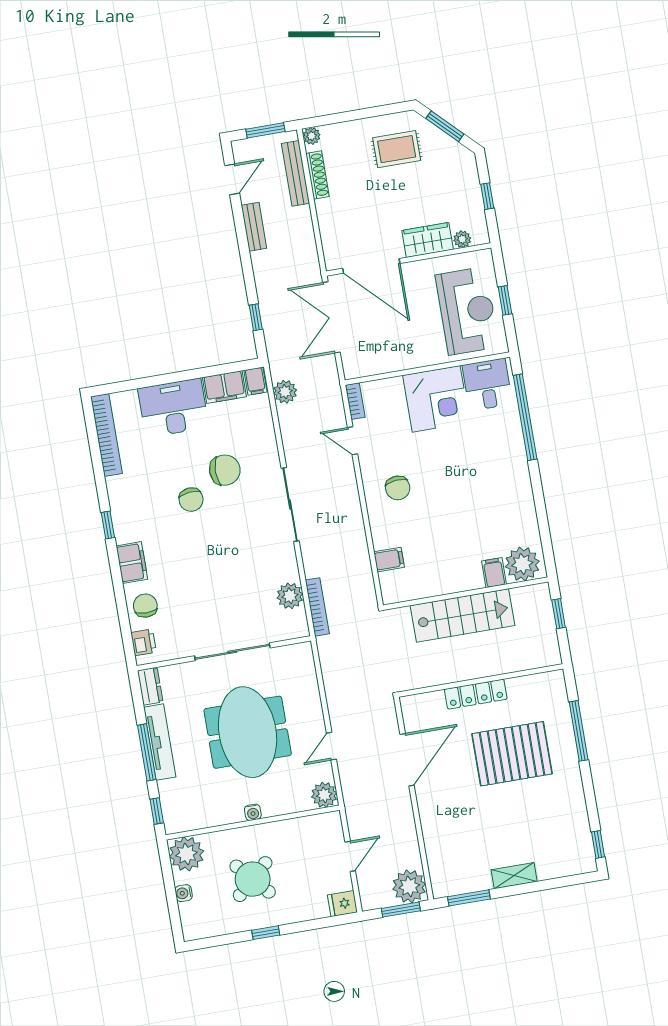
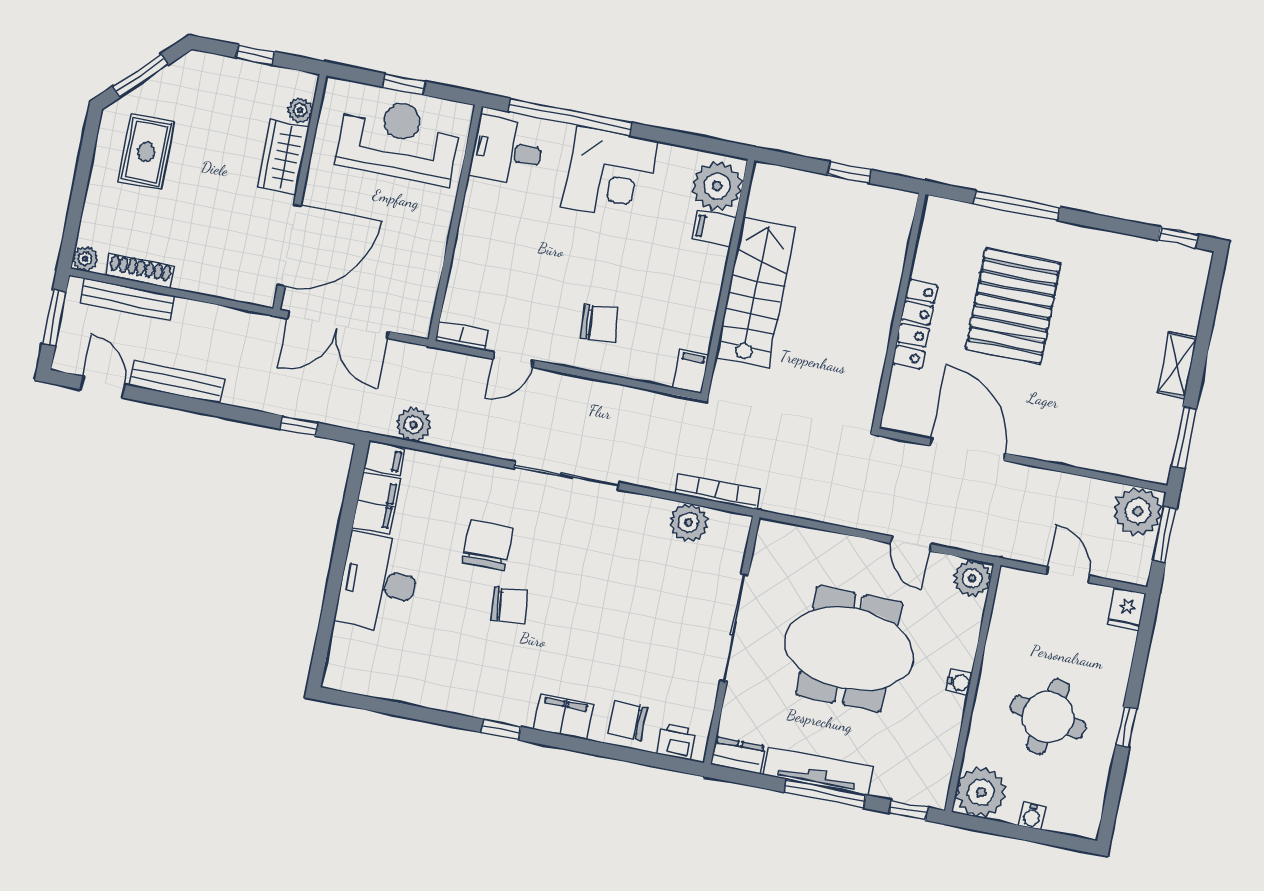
bench: (254, 227) -> (177, 382), width x1.36
corner desk: (436, 399) -> (610, 174), moved, turned 90
bookcase: (106, 435) -> (380, 686), removed
plant: (522, 564) -> (717, 186), moved
filing cabinet: (494, 573) -> (714, 228), moved
wall: (466, 594) -> (728, 277), moved
stairs: (463, 615) -> (755, 292), moved
round table: (253, 879) -> (1048, 717), turned -37

